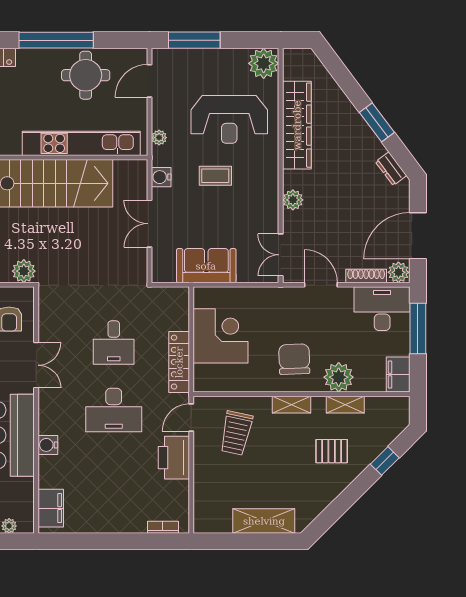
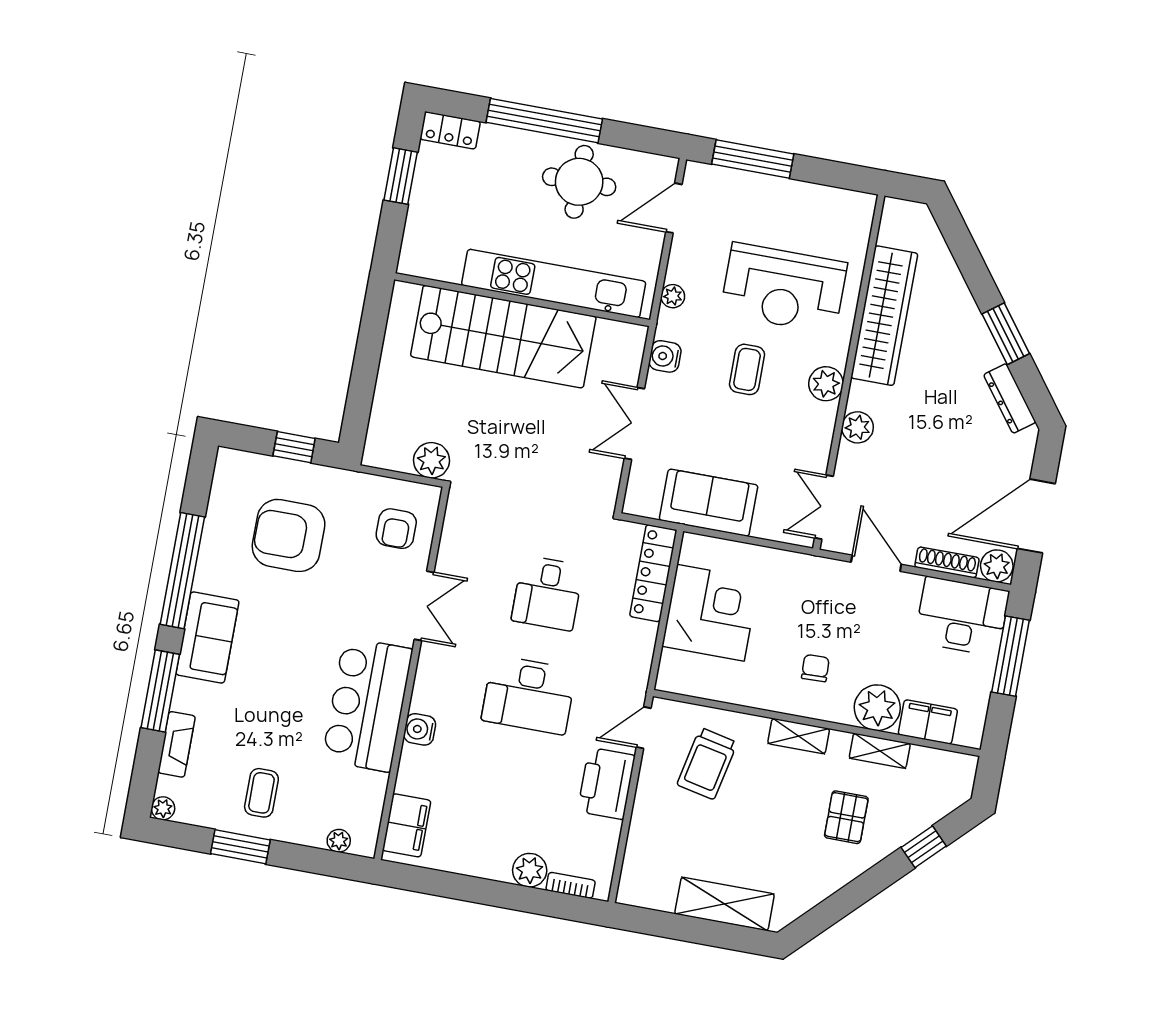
plant: (264, 63) -> (826, 384), moved, width x0.73, depth x0.73
dresser: (391, 169) -> (1010, 398), width x1.44
coffee table: (215, 176) -> (747, 369), turned 90
chair: (294, 359) -> (815, 668), width x0.54, depth x0.54
locker: (179, 362) -> (653, 573), moved
filing cabinet: (398, 375) -> (928, 722), moved, turned 90
pallet: (332, 451) -> (846, 817), turned 90
plant: (135, 522) -> (530, 870), added

